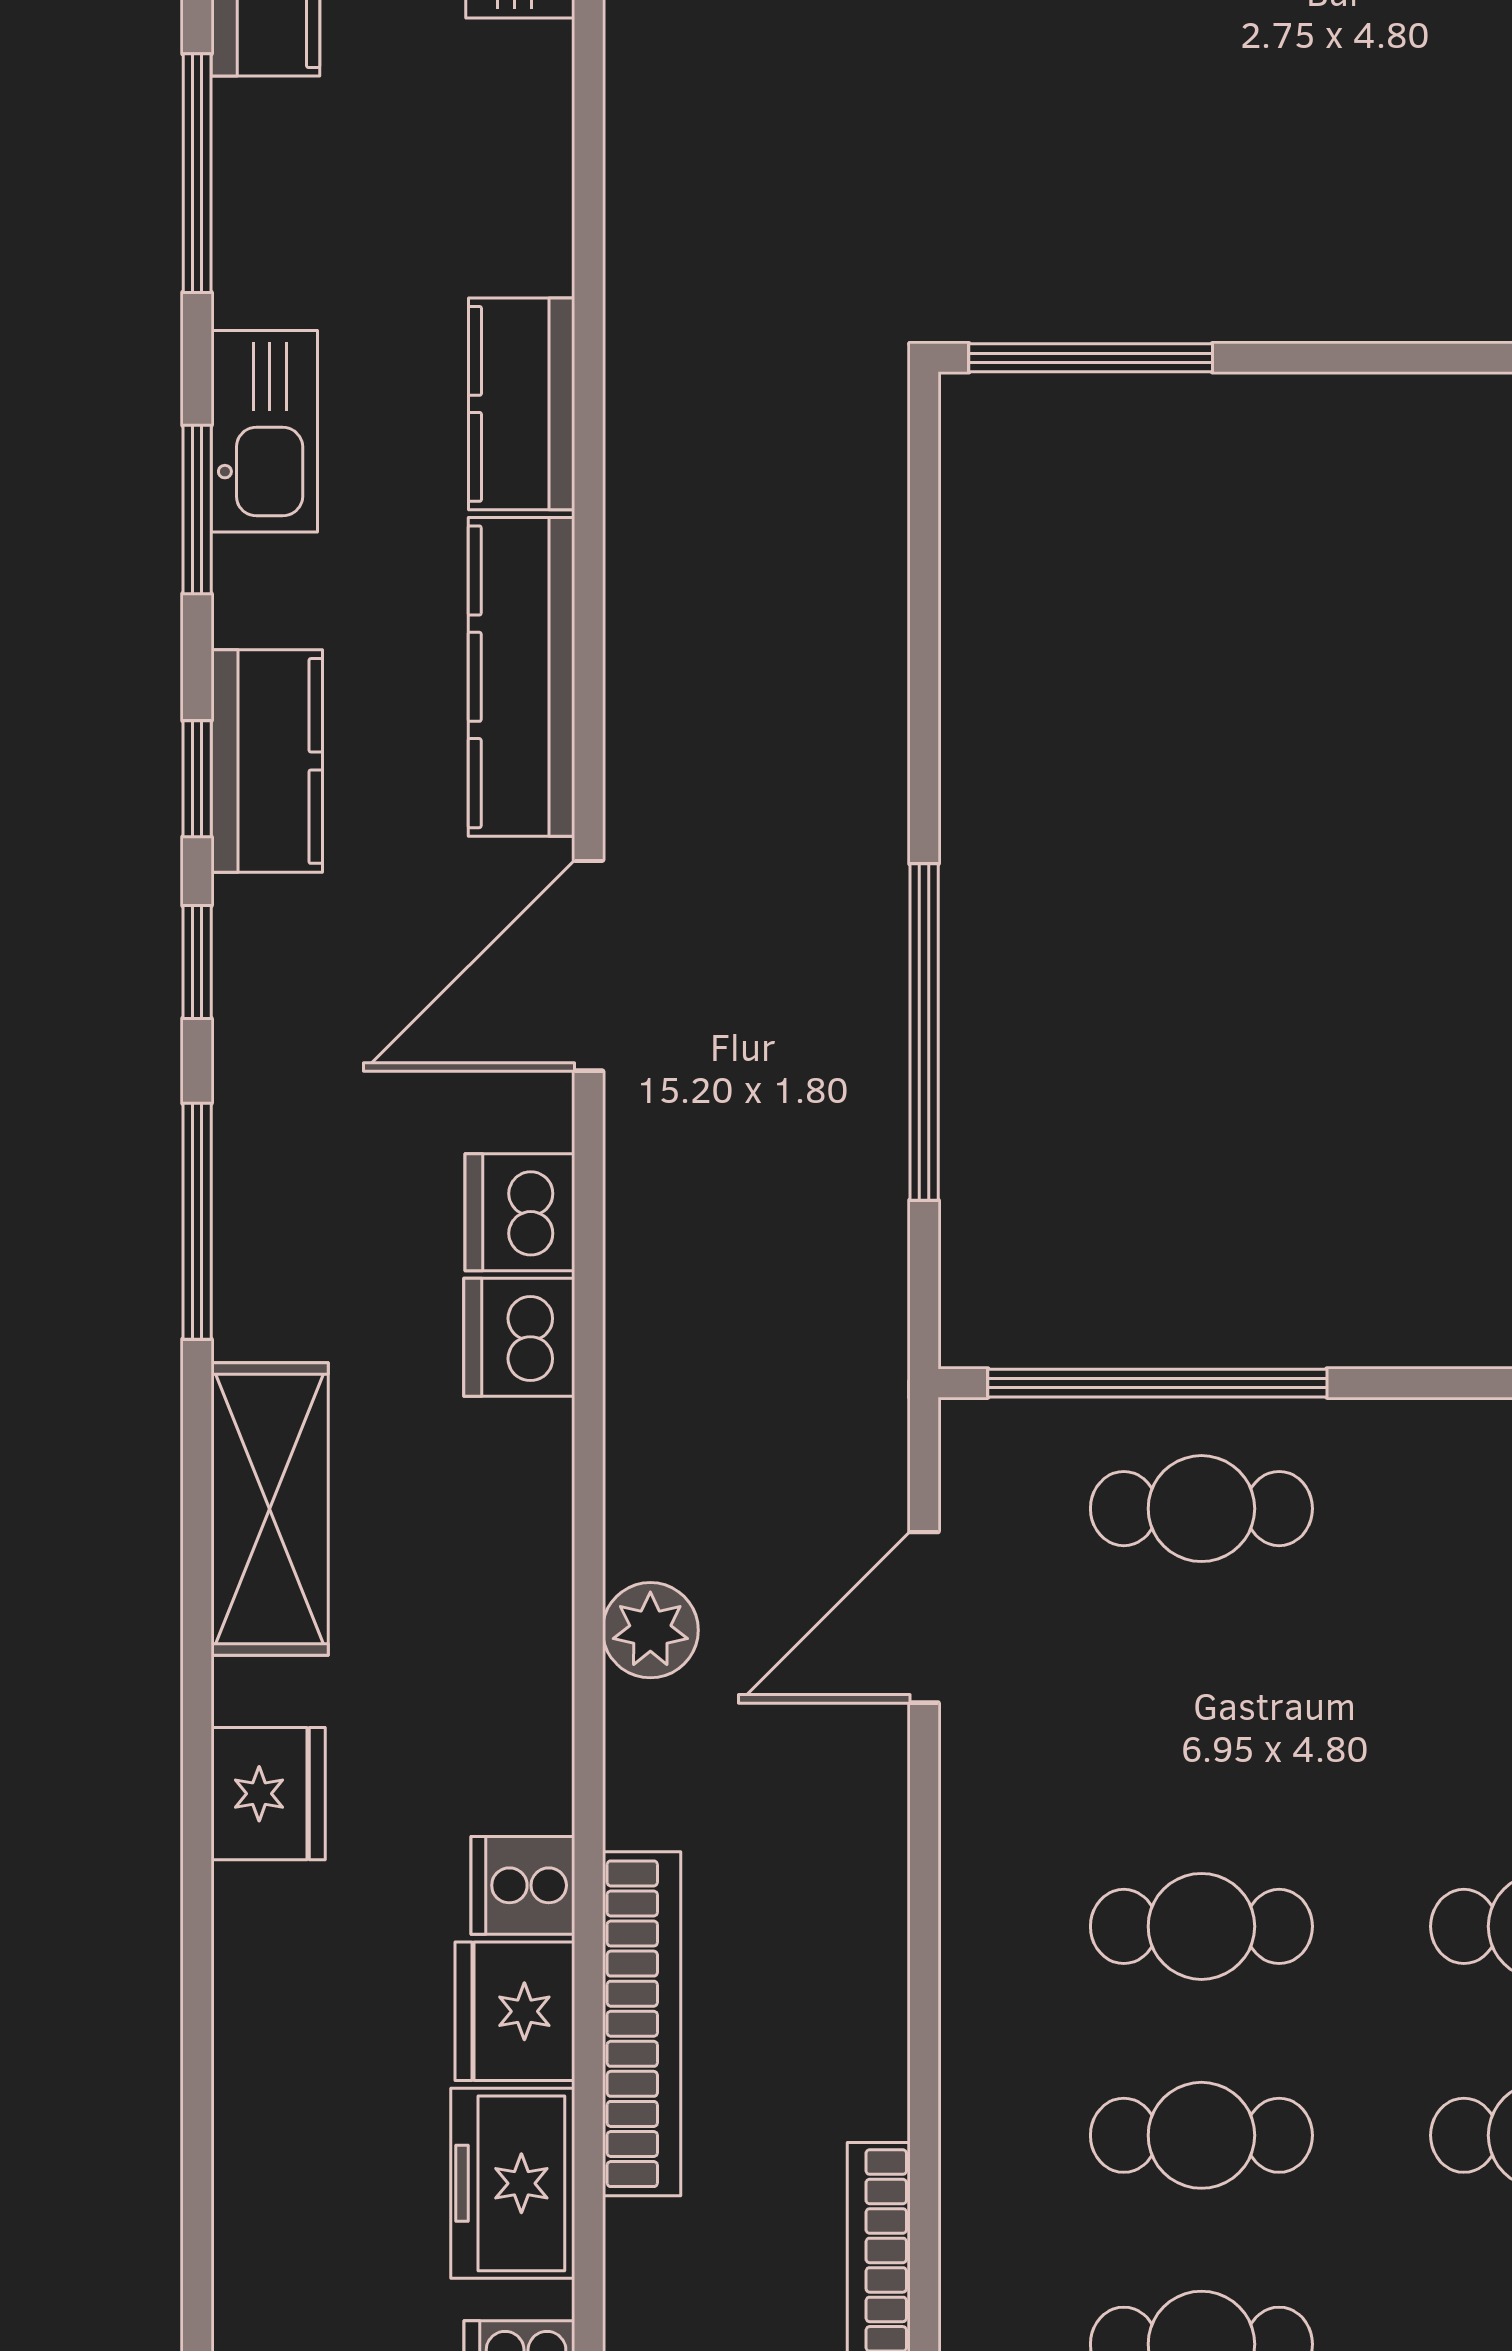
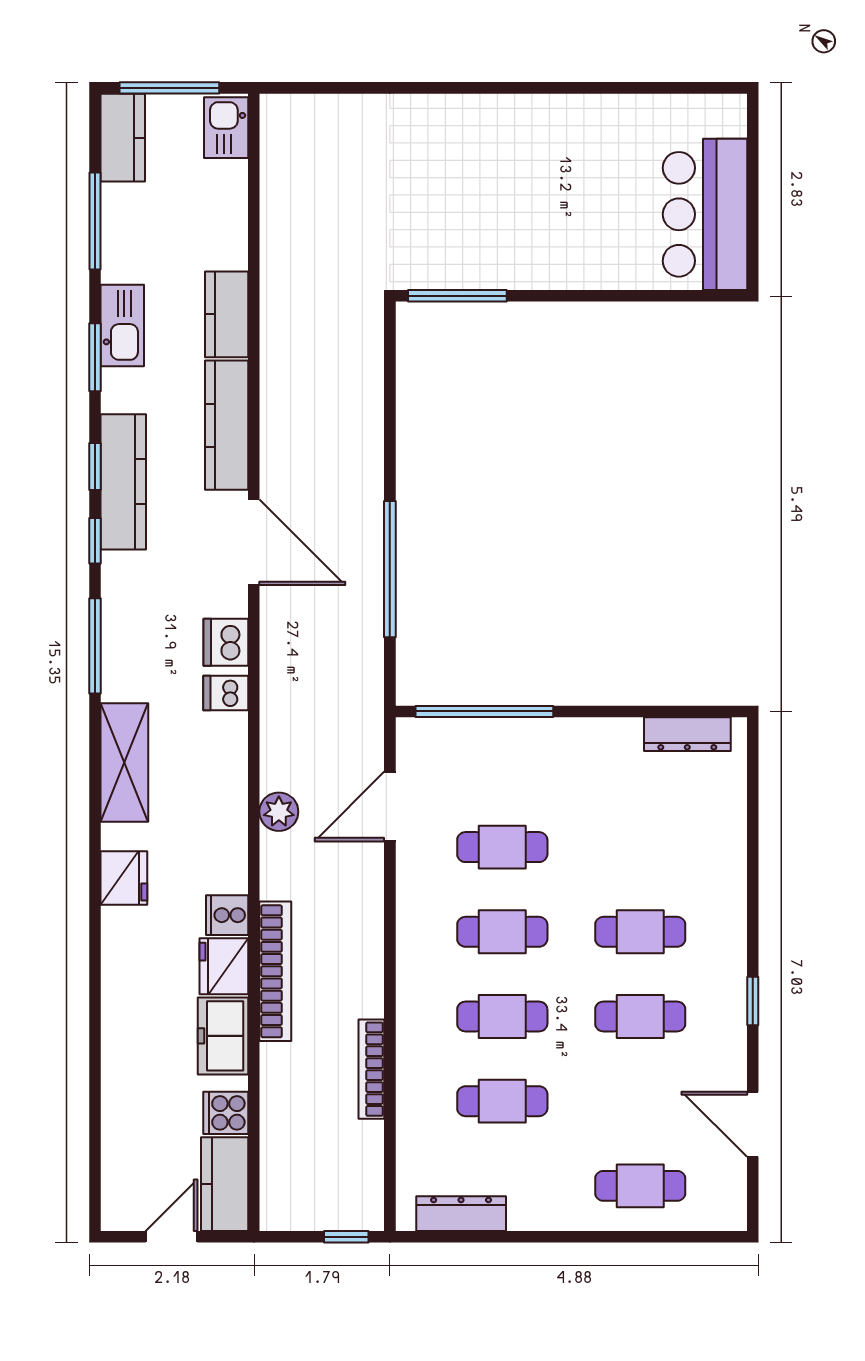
kitchen counter: (267, 761) -> (123, 482), width x1.50
door: (589, 966) -> (254, 542), swing flipped
dishwasher: (519, 1337) -> (226, 693), width x0.73
cafe table: (1201, 1509) -> (502, 847), moved

